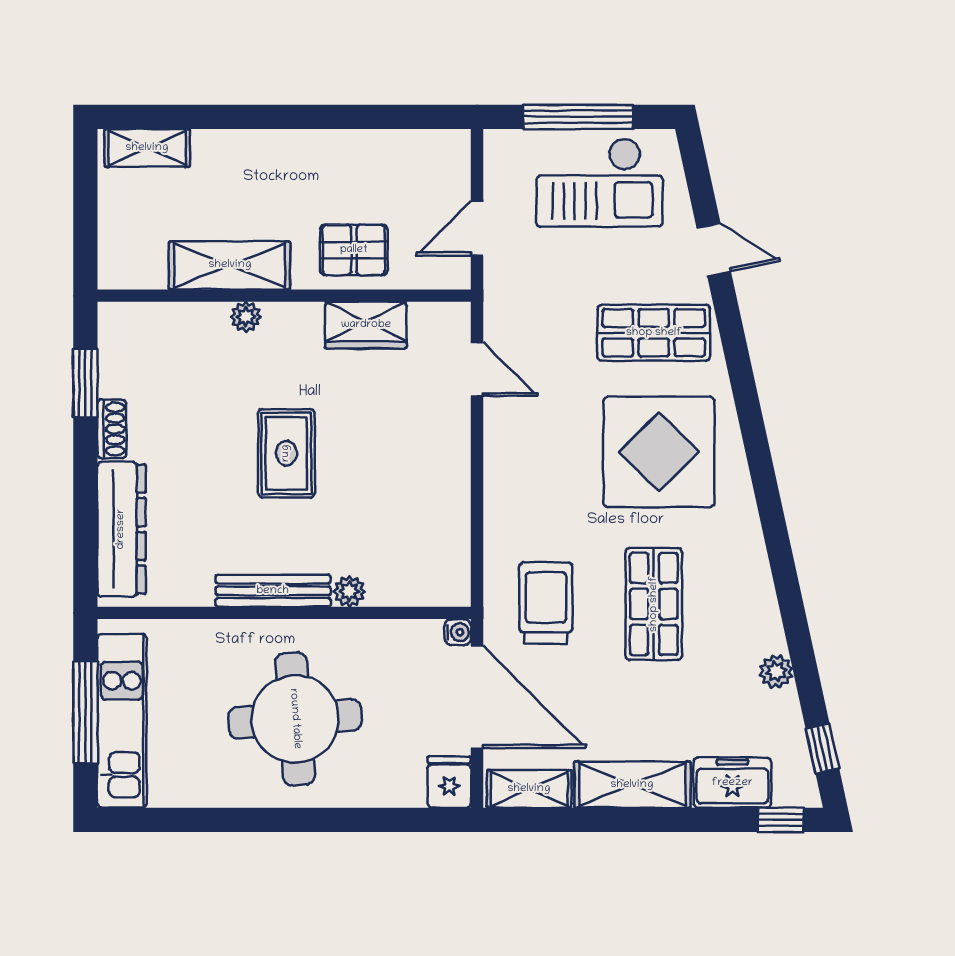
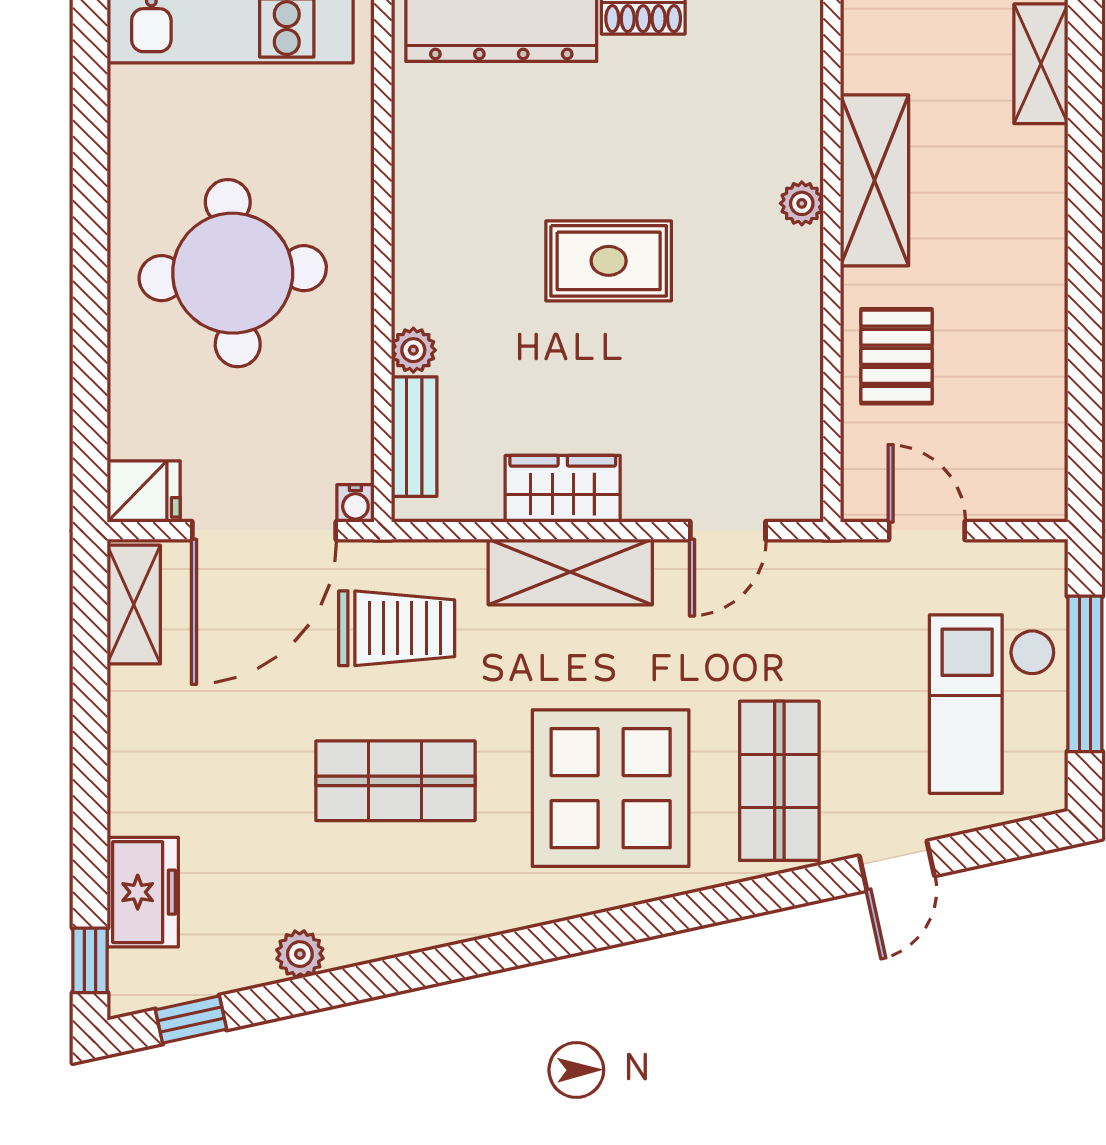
wardrobe: (366, 325) -> (563, 489), moved, turned 90
bench: (273, 591) -> (414, 437), moved, width x0.73
shelving: (632, 785) -> (570, 572), moved, turned 90

